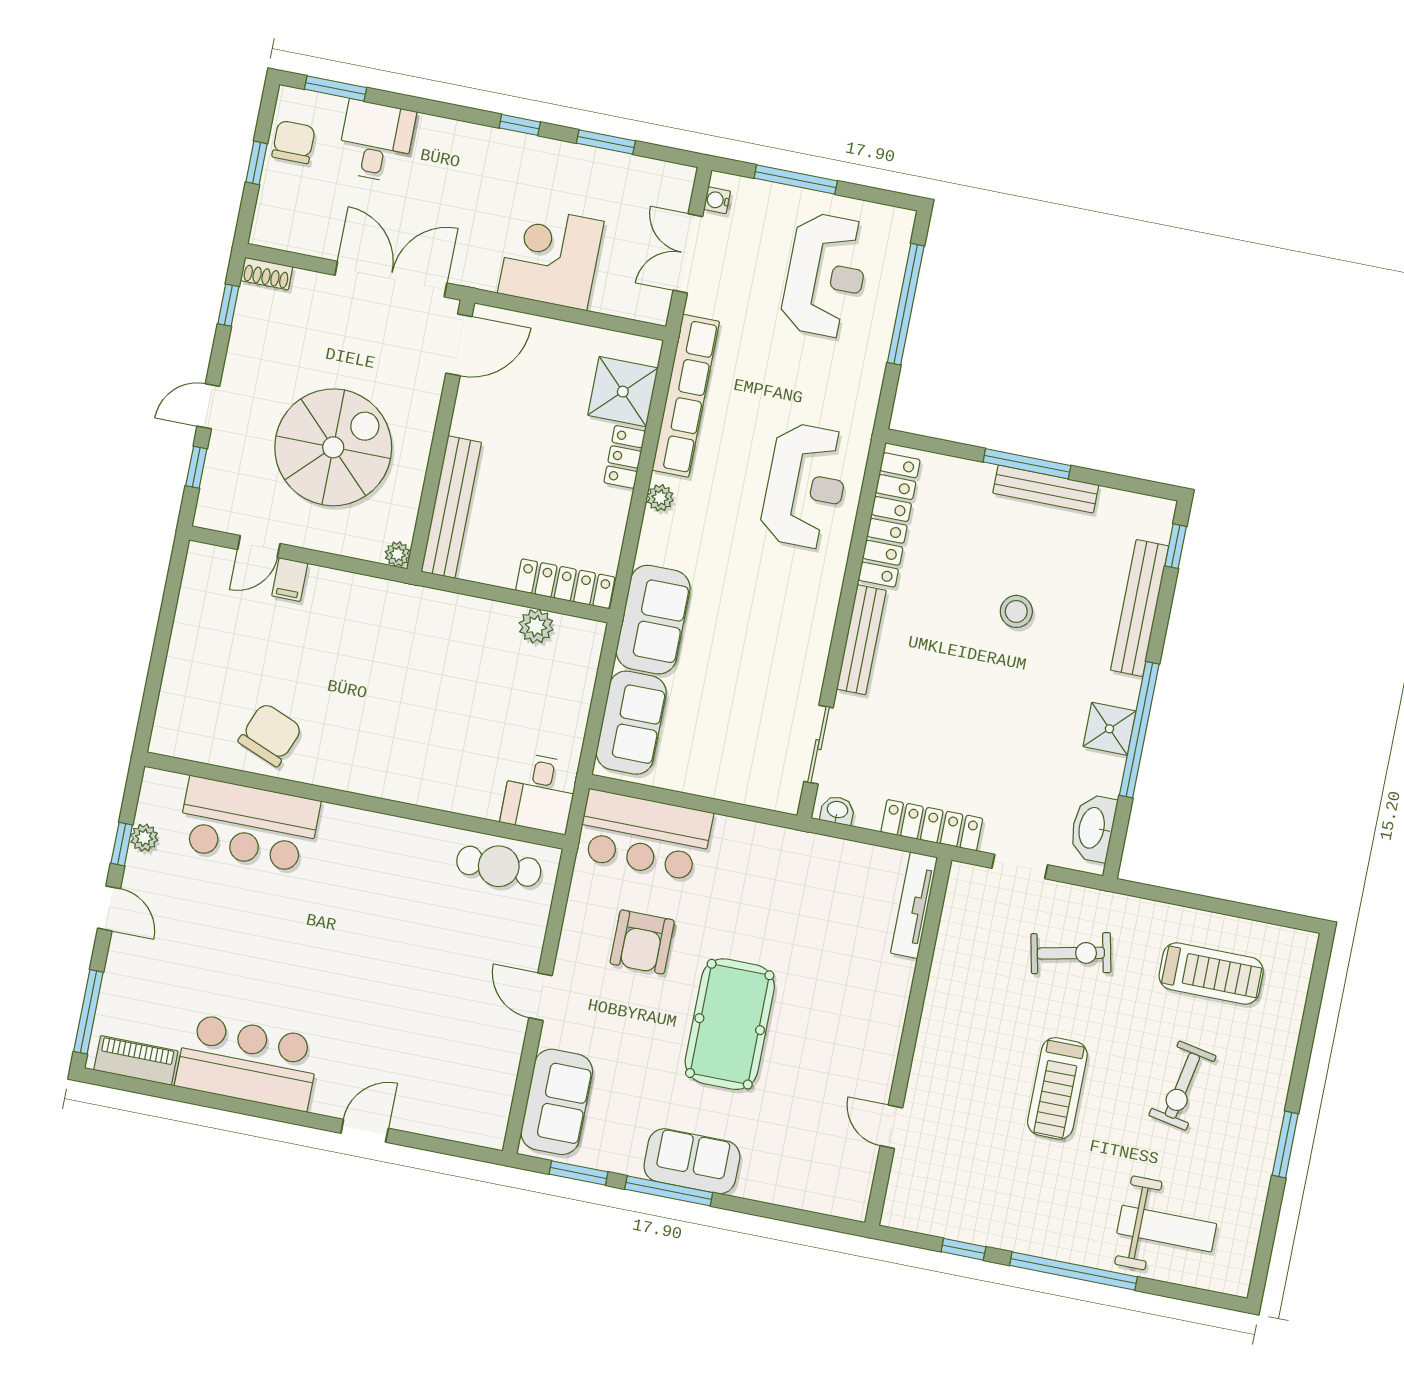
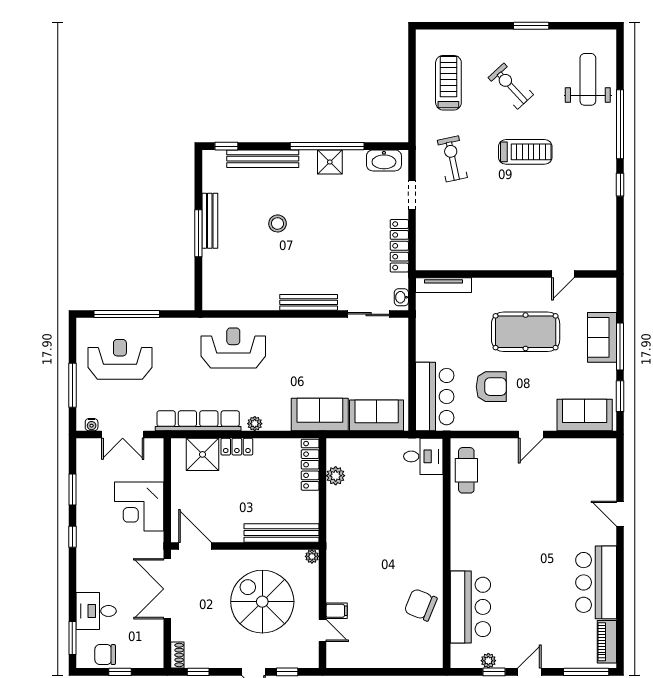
locker: (889, 520) -> (242, 300), removed
tv unit: (914, 905) -> (443, 285), moved
wall: (908, 1041) -> (516, 274), moved
exercise bike: (1182, 1086) -> (511, 86), turned -144
door: (891, 1127) -> (563, 274), moved

